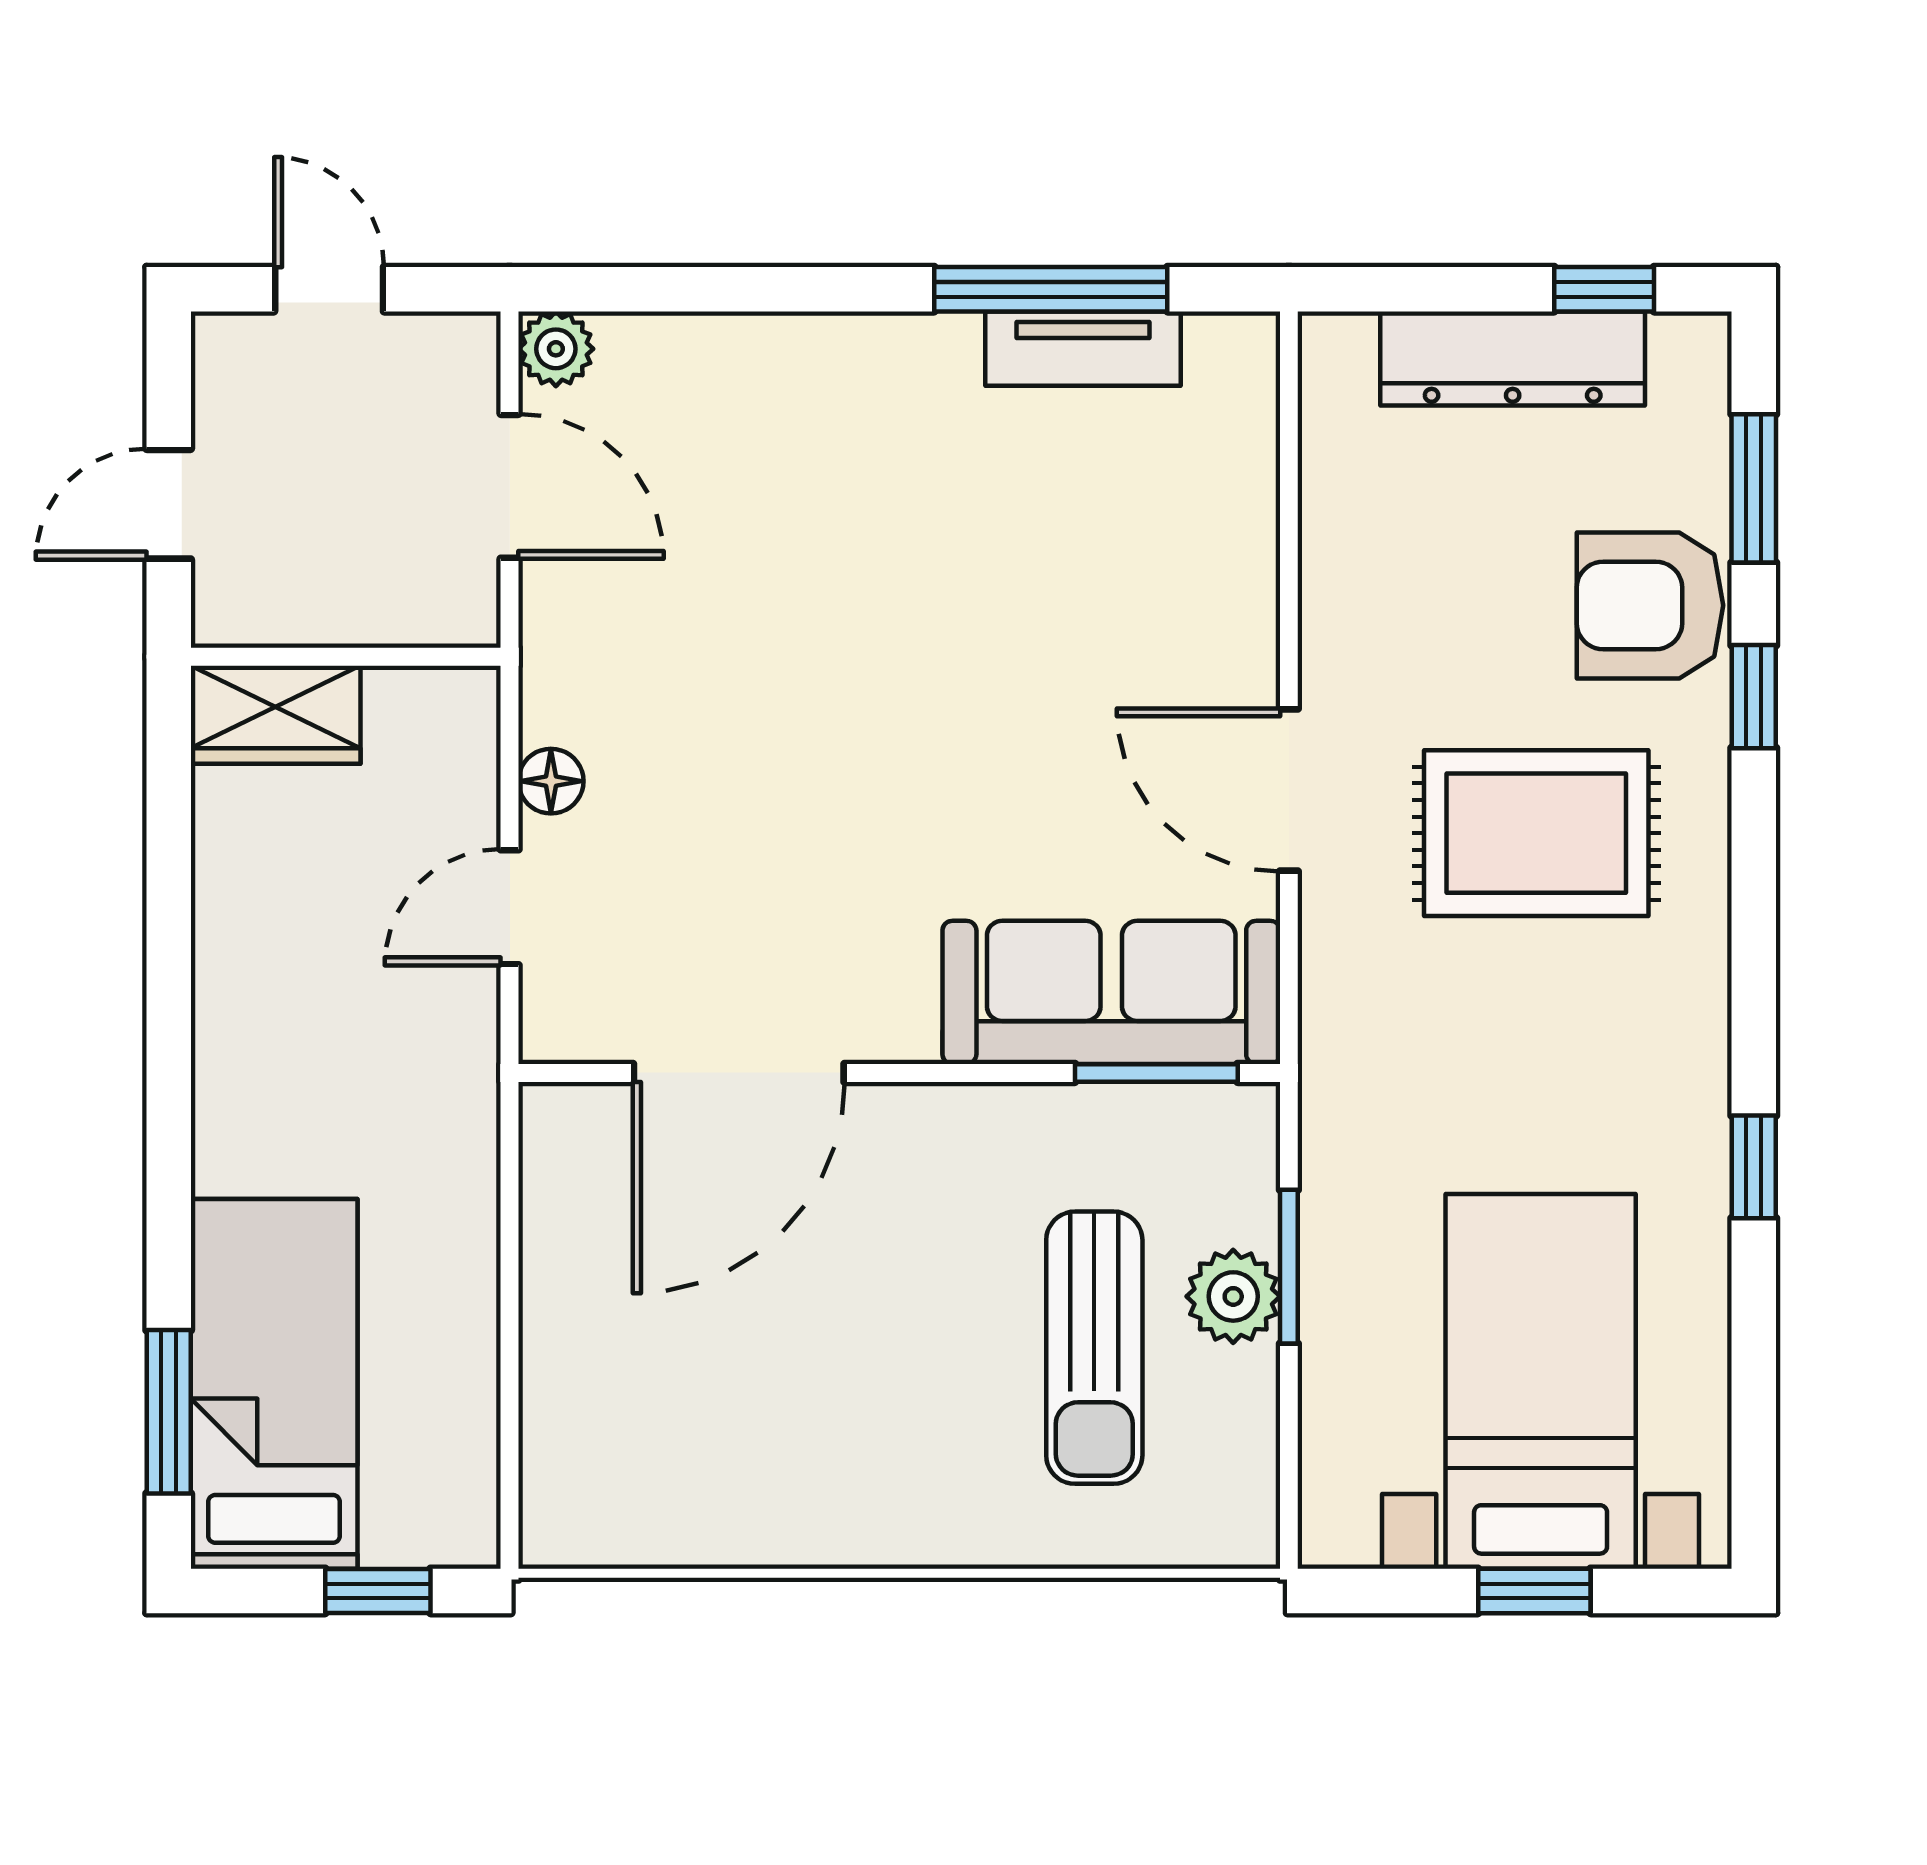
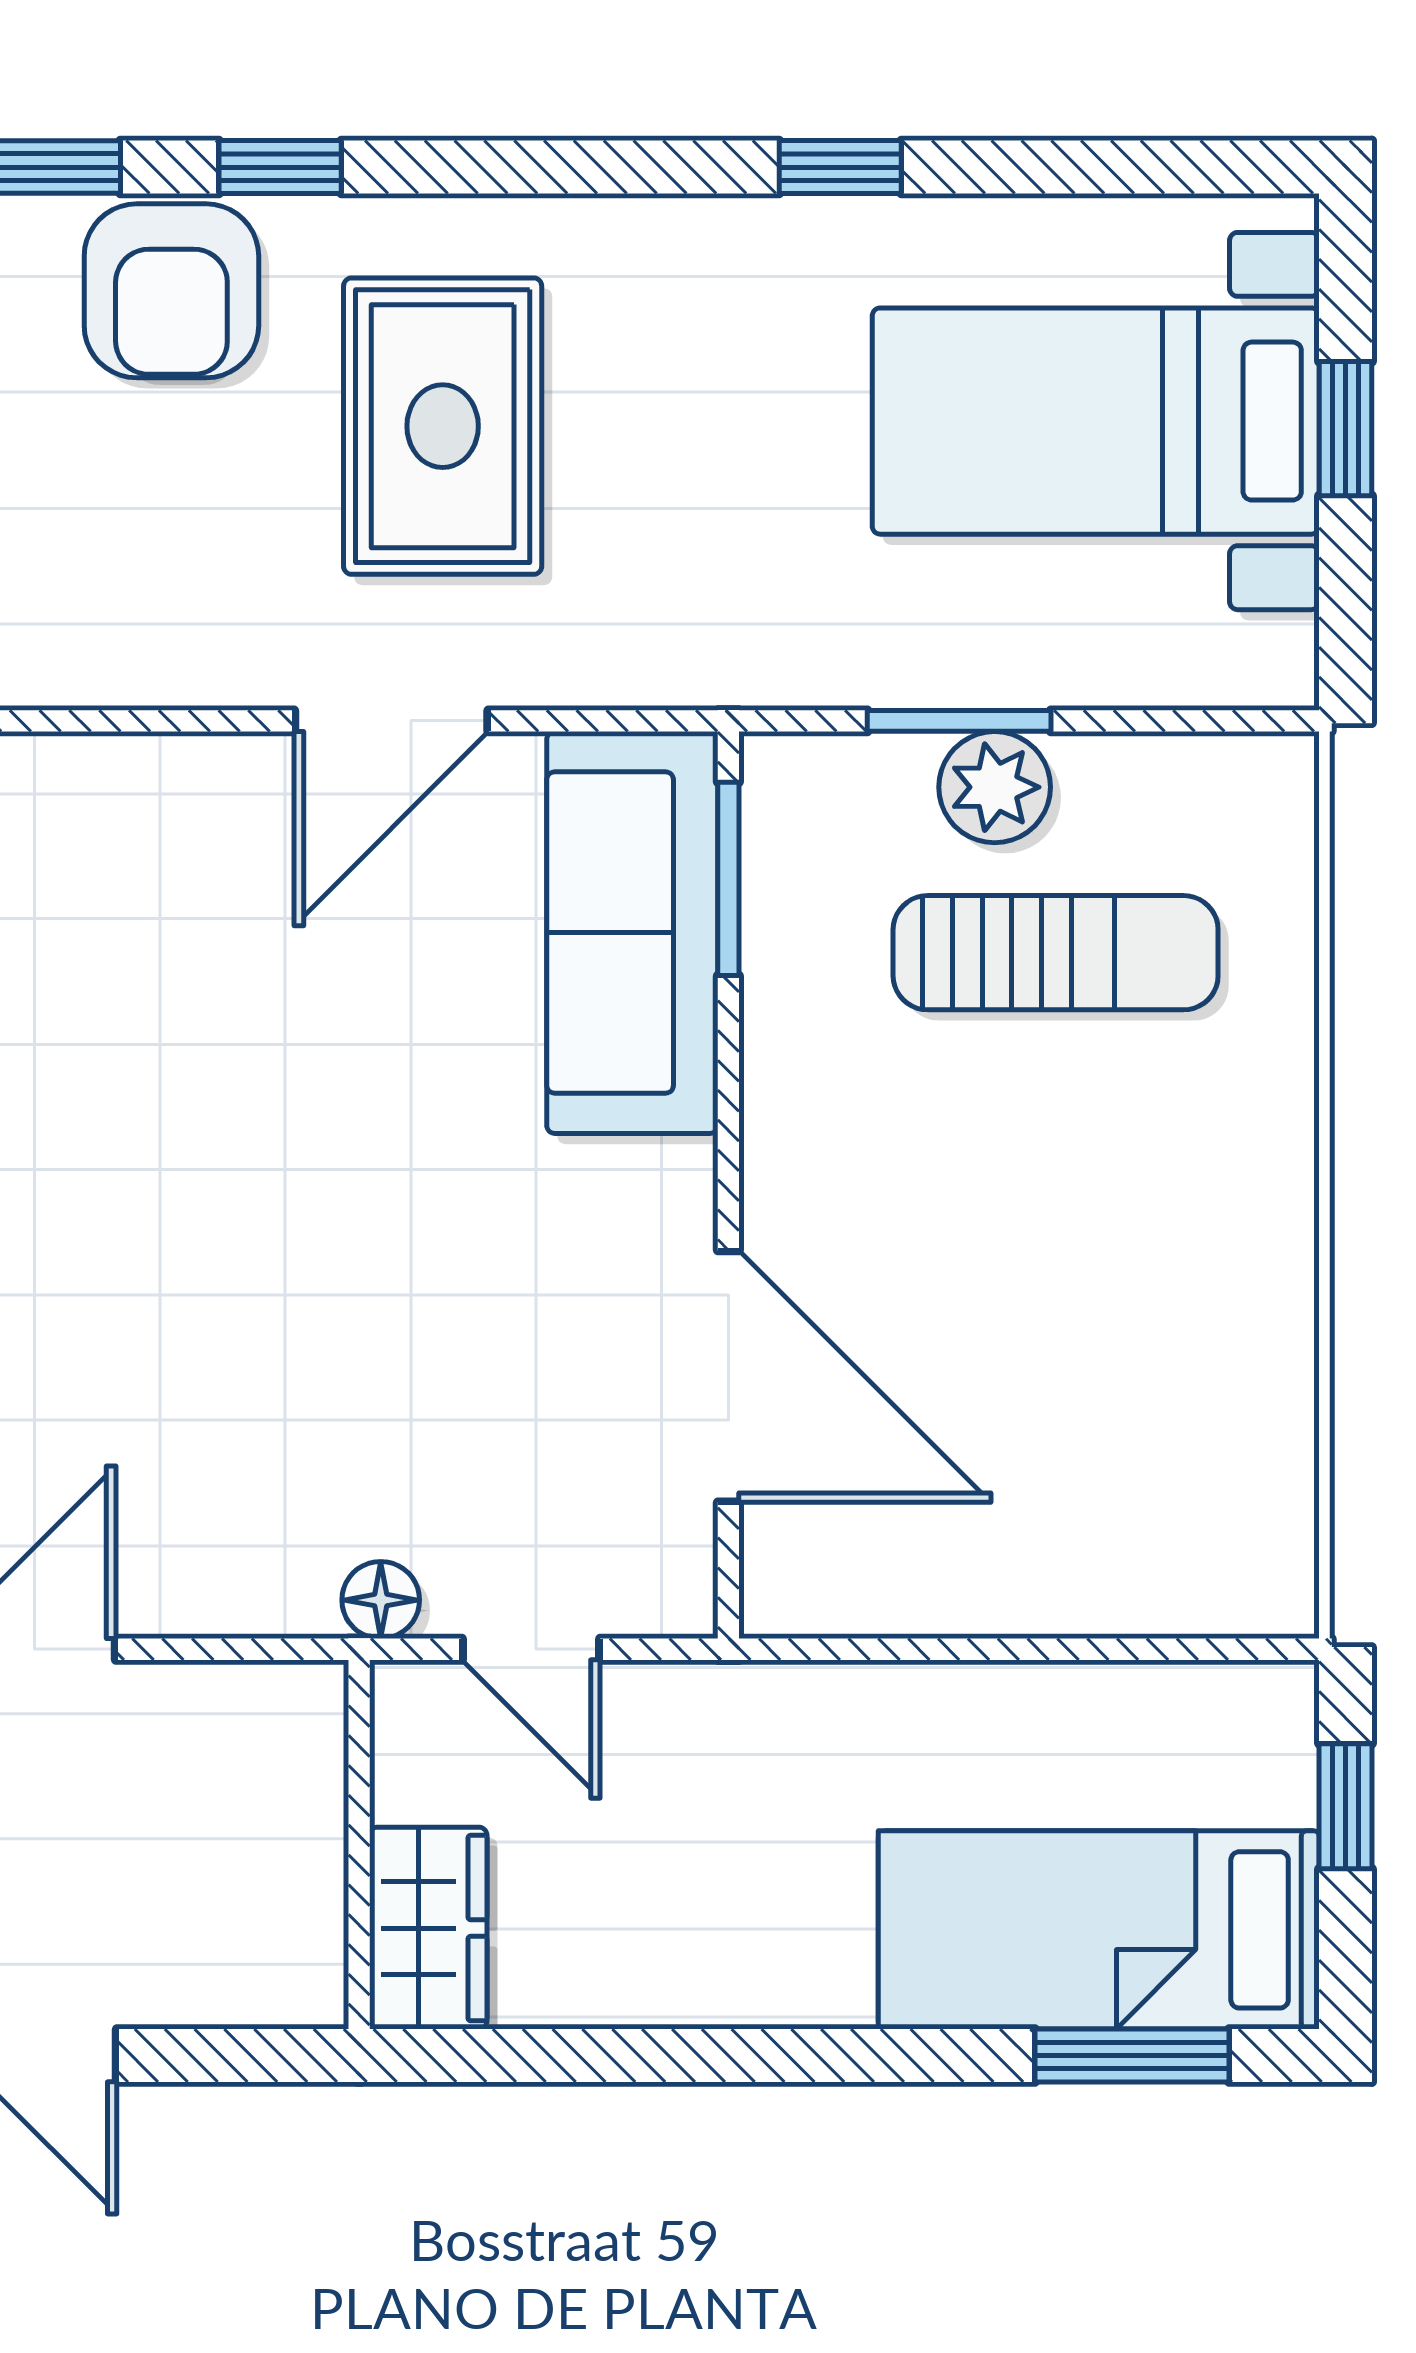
wall: (346, 657) -> (359, 1844), moved
wardrobe: (276, 715) -> (428, 1928), moved

